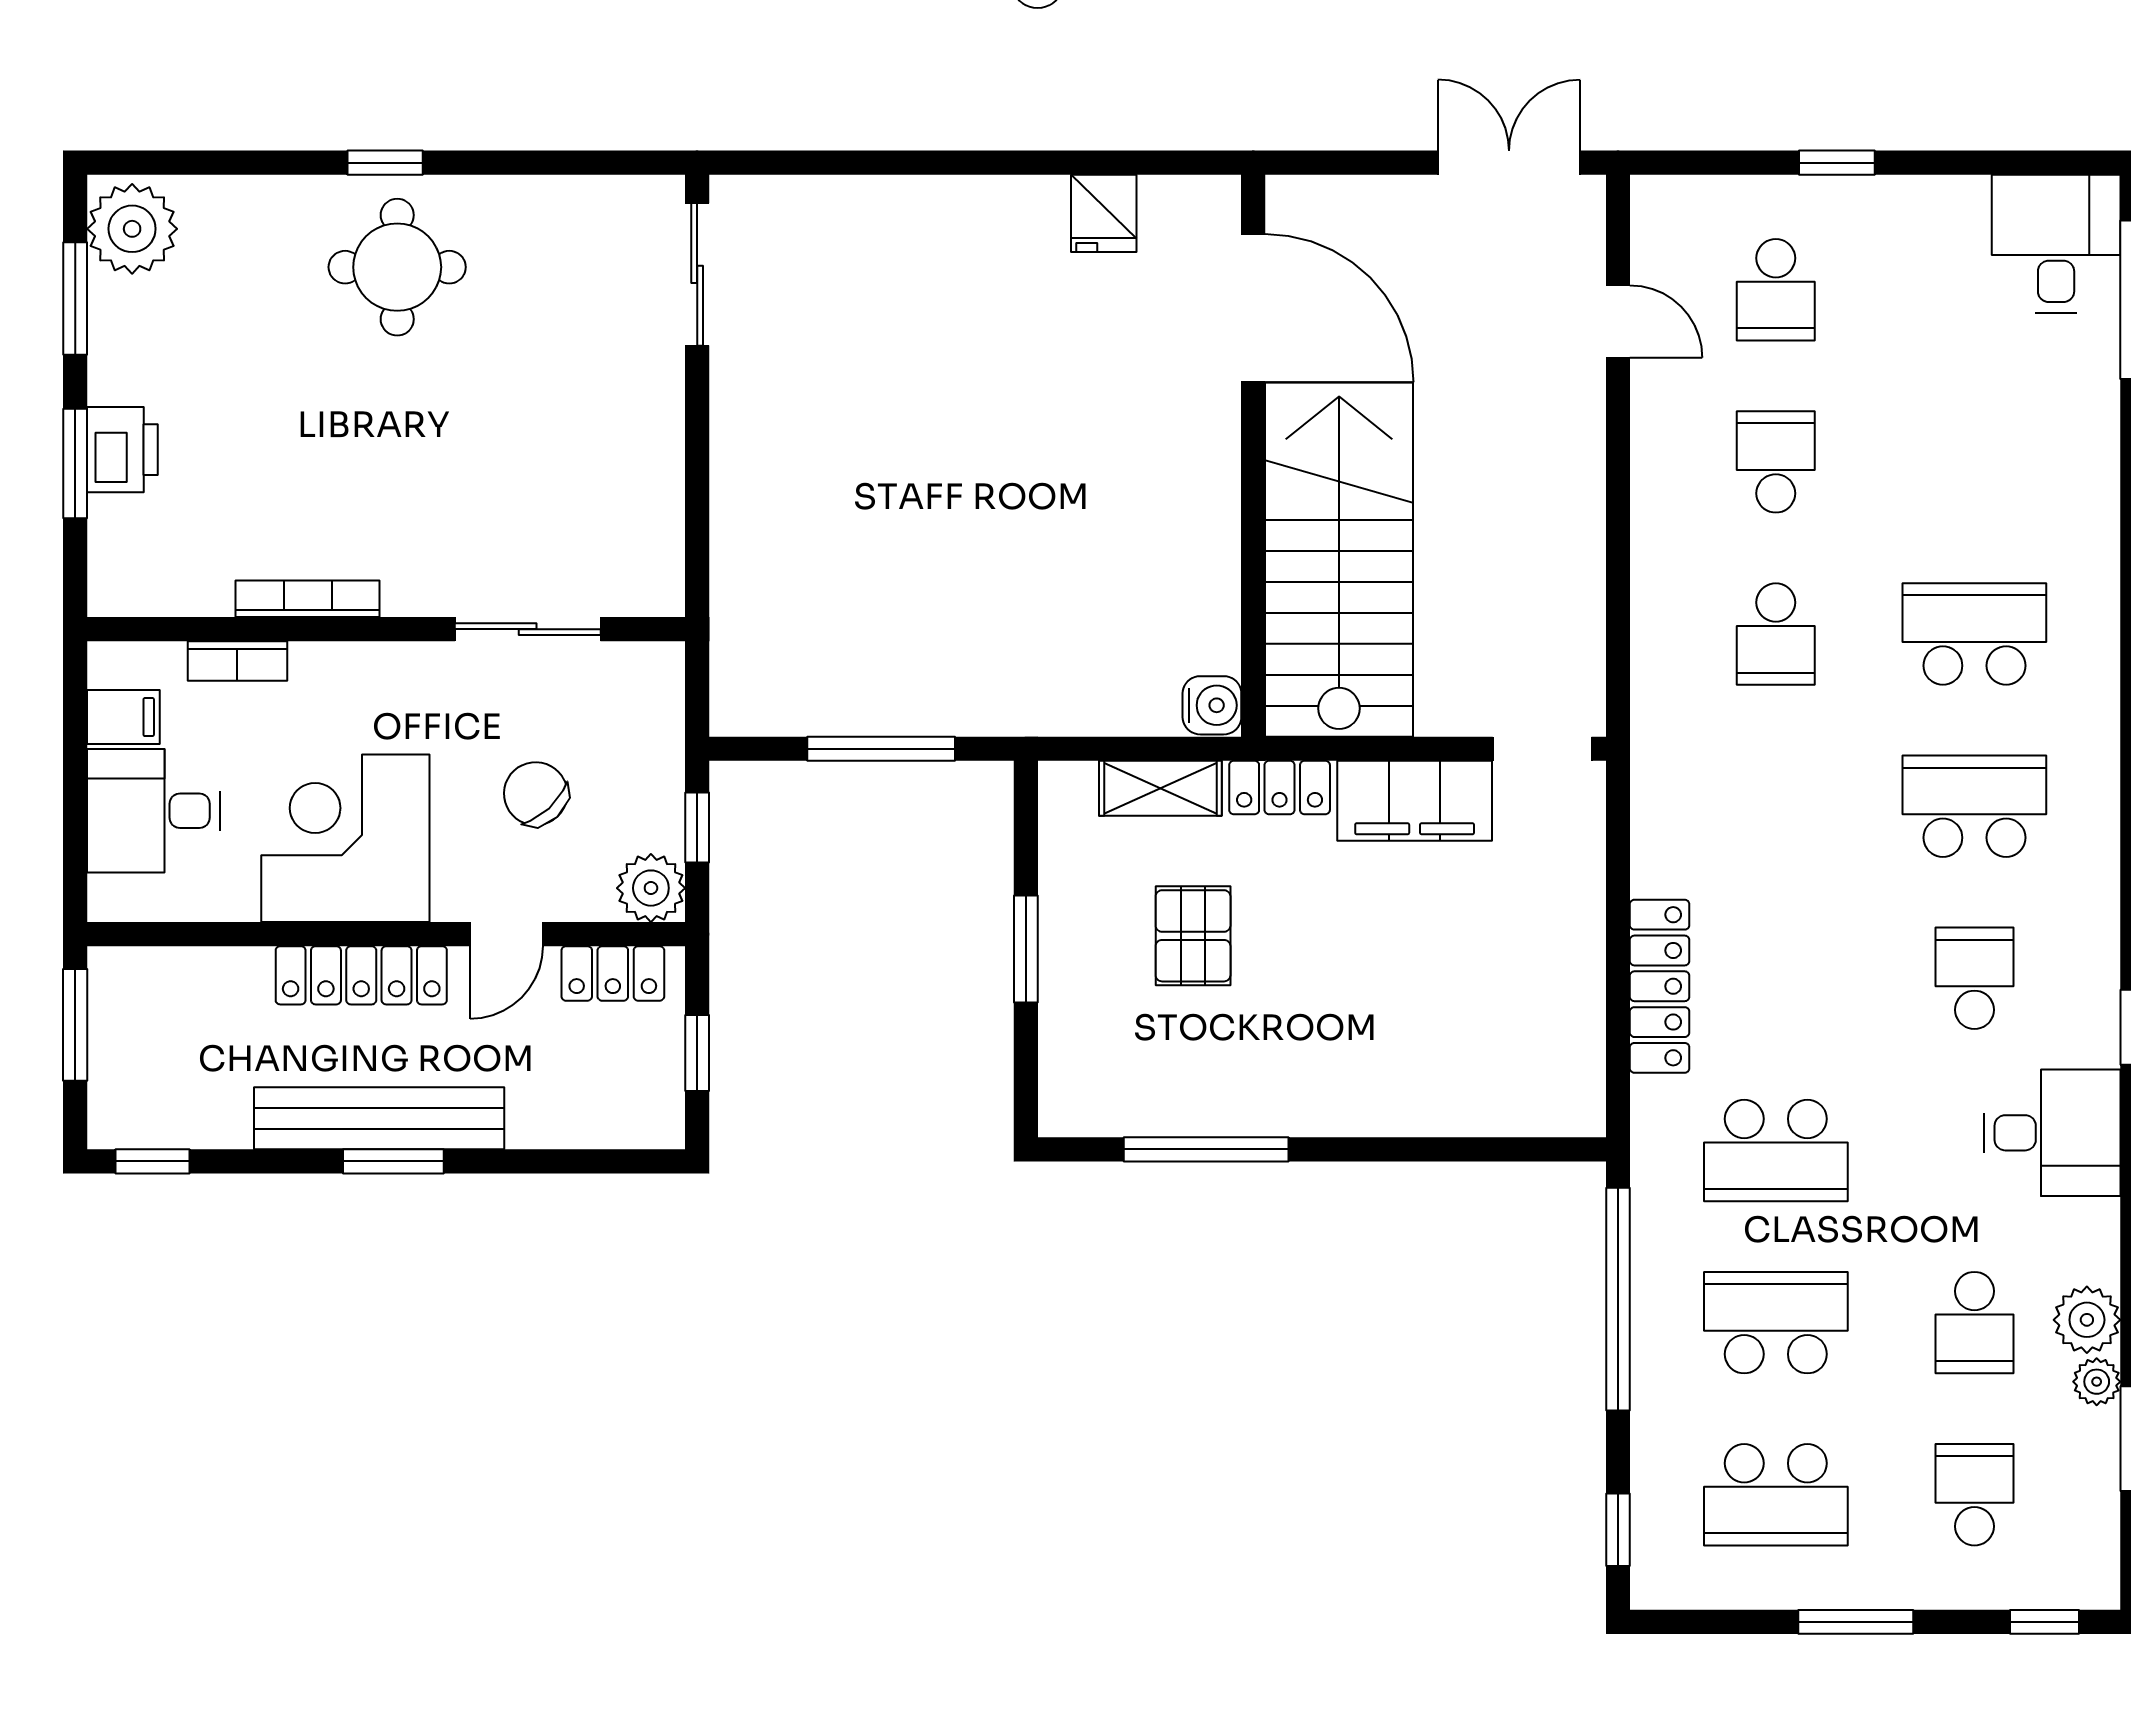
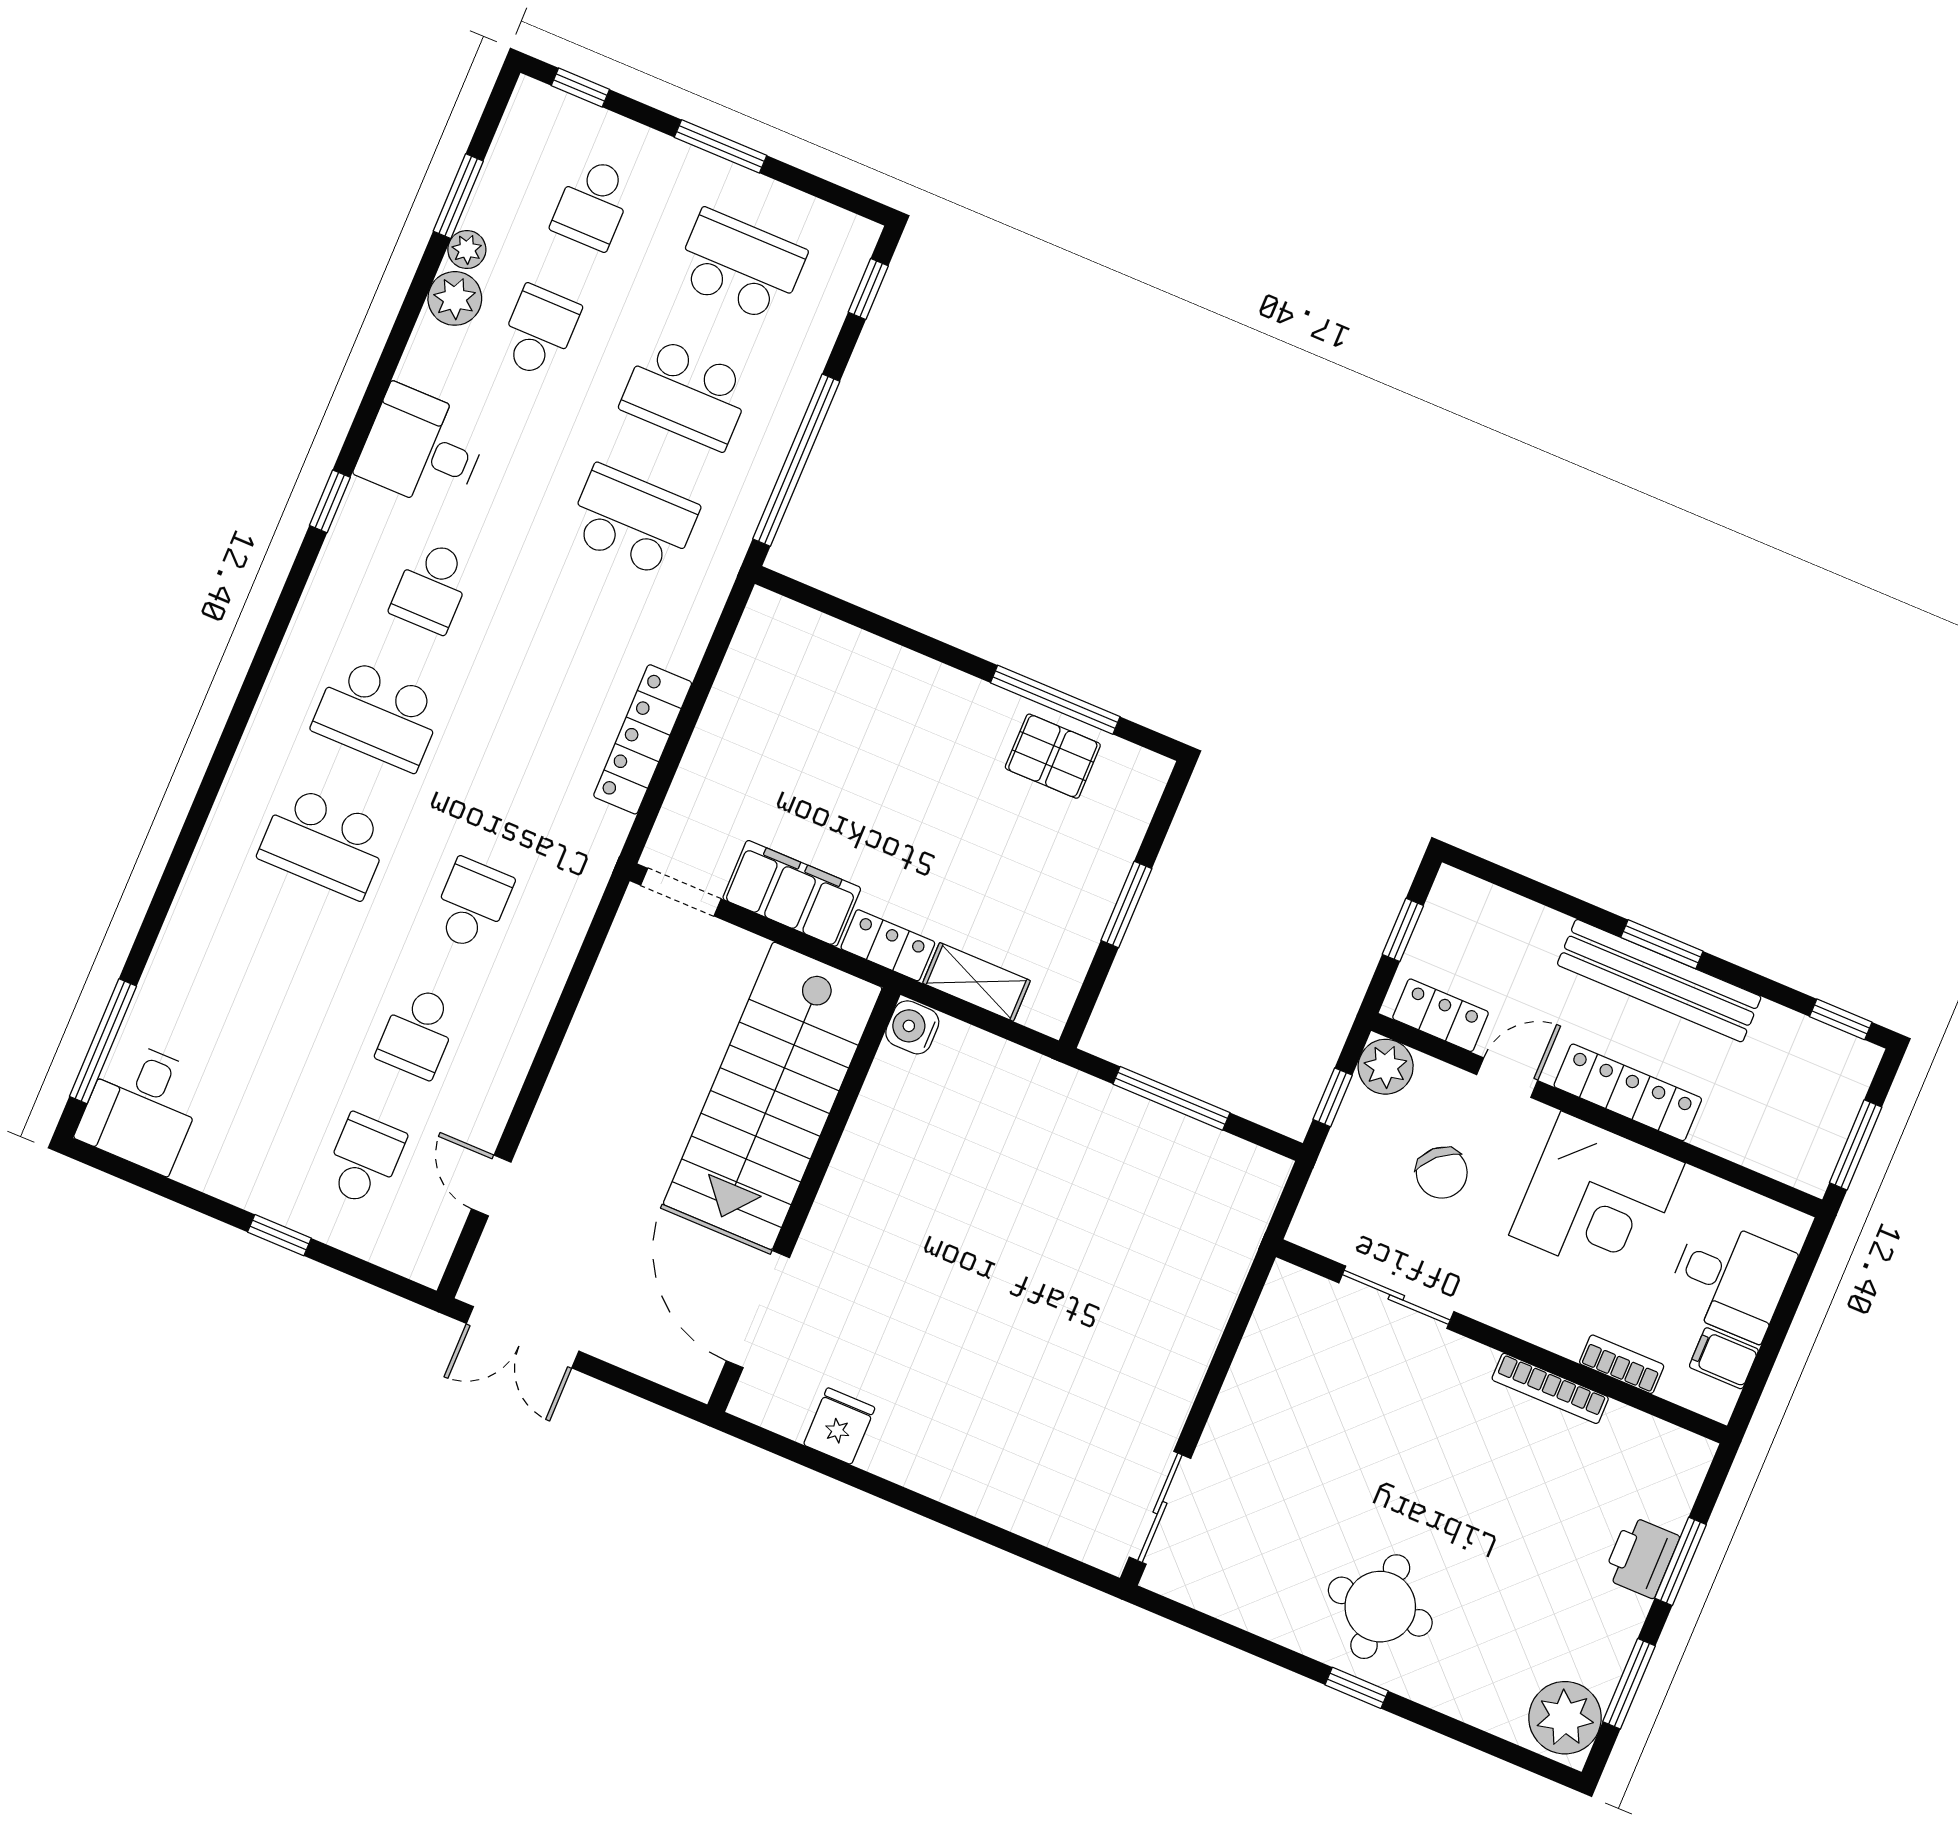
pallet: (1193, 936) -> (1053, 756), moved, turned 90
locker: (1660, 986) -> (643, 739), moved

